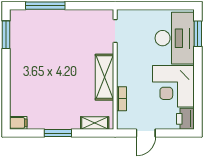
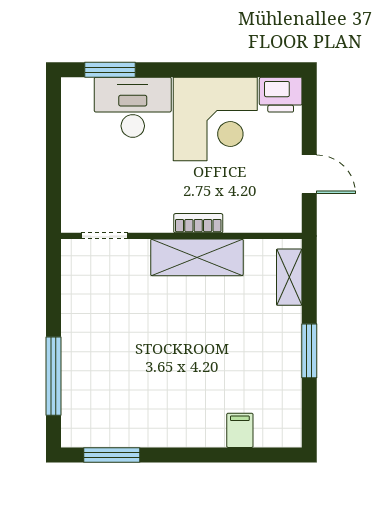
desk: (175, 38) -> (133, 107), width x0.73, depth x0.77
bookcase: (121, 99) -> (198, 223), moved
filing cabinet: (18, 123) -> (240, 430), moved

